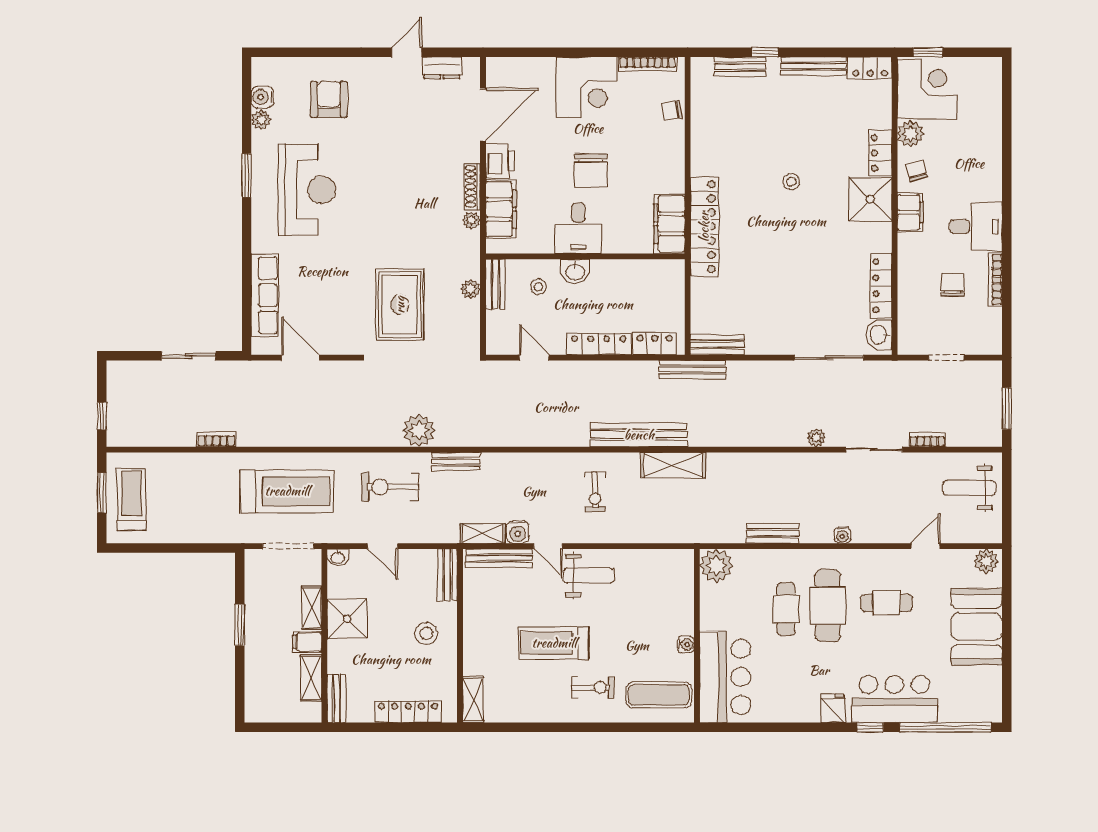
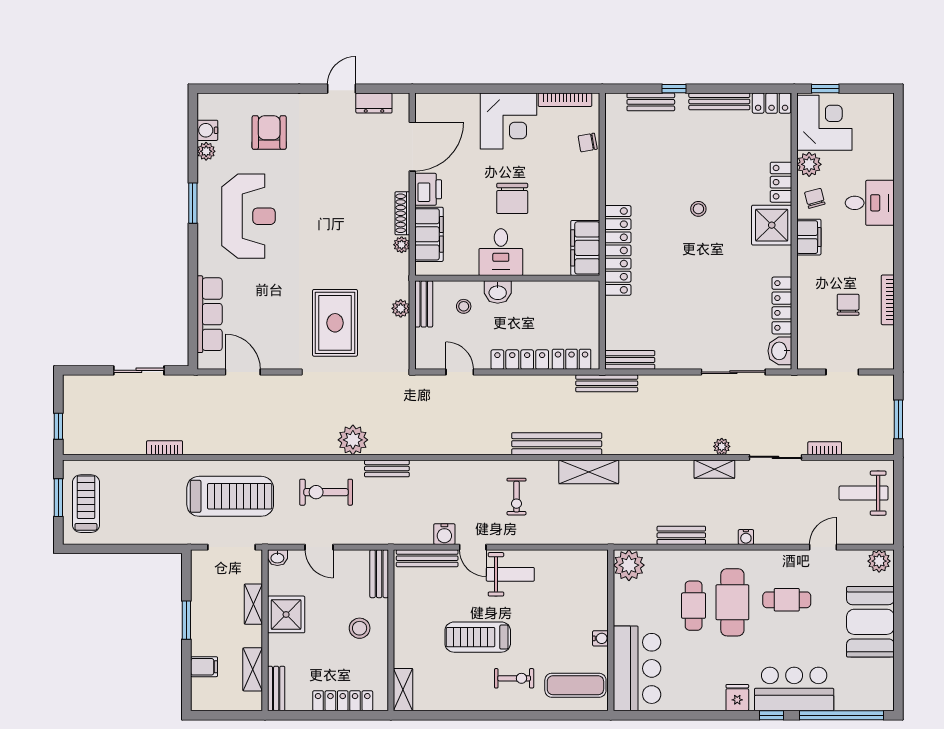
desk: (976, 227) -> (870, 203), moved
shelving: (483, 533) -> (714, 469), moved
filing cabinet: (307, 642) -> (204, 667), moved, turned 180

